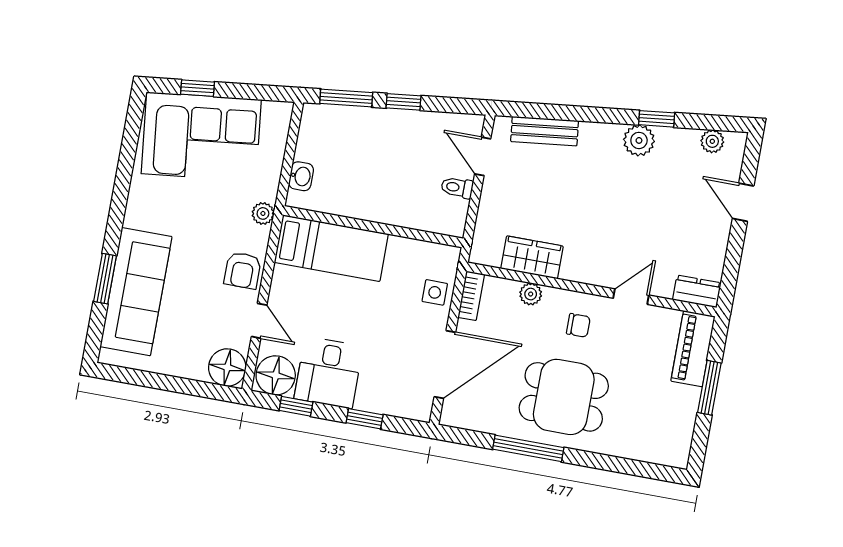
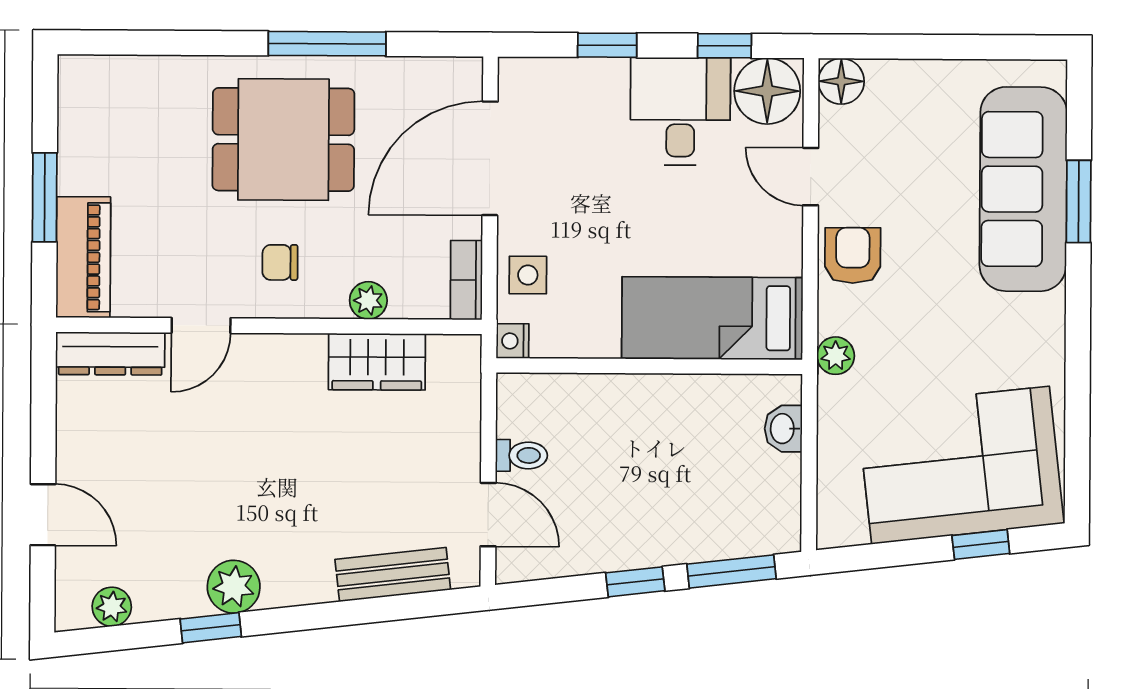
nightstand: (450, 255) -> (513, 341), added
dresser: (697, 291) -> (110, 354), width x1.44
floor lamp: (227, 367) -> (841, 81), width x0.73, depth x0.73

